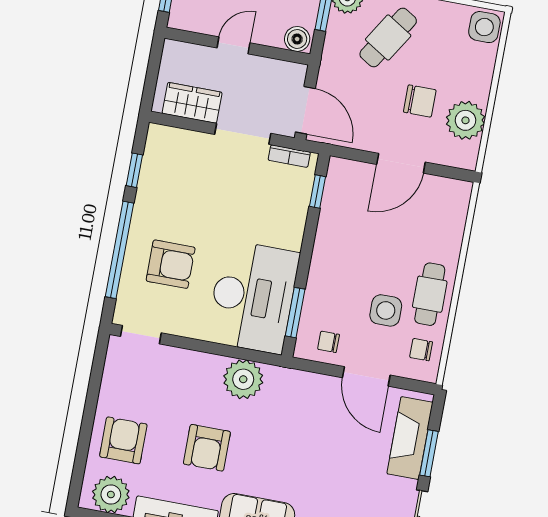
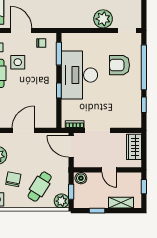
door: (233, 45) -> (109, 170), hinge flipped
chair: (420, 101) -> (13, 179), moved, turned 101
wardrobe: (192, 103) -> (134, 147), moved, turned 90
window: (318, 191) -> (59, 91), moved
desk: (253, 297) -> (79, 75), moved
plant: (243, 379) -> (103, 19), moved

